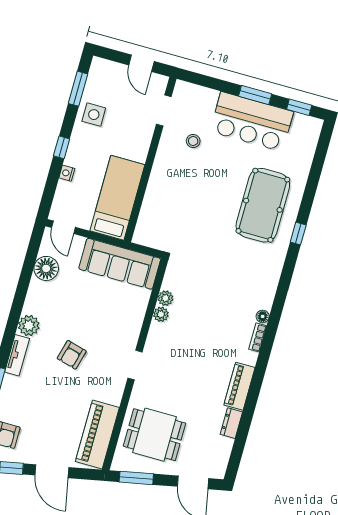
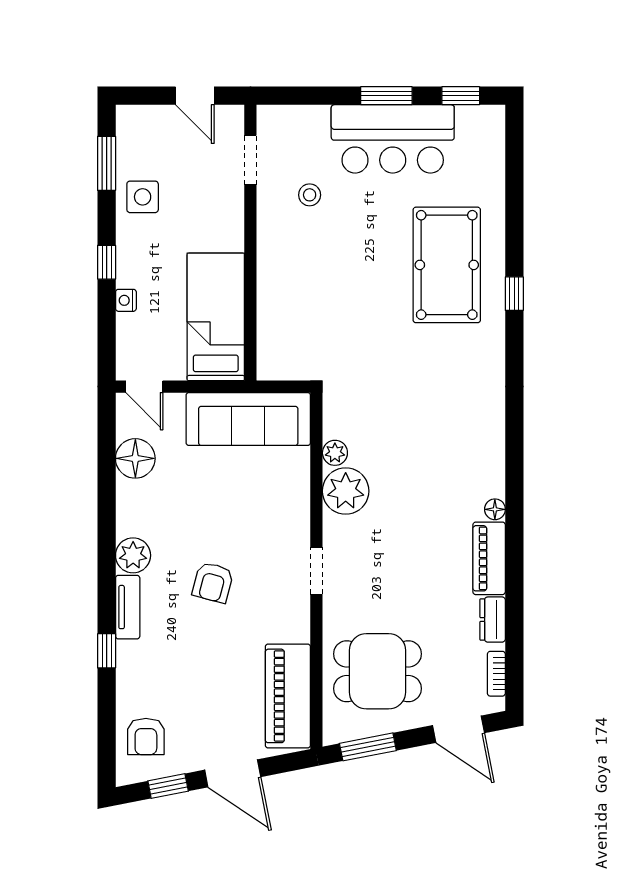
plant: (161, 314) -> (346, 491), width x1.87, depth x1.87
floor lamp: (263, 316) -> (495, 509), moved
bookcase: (258, 337) -> (496, 674), moved

